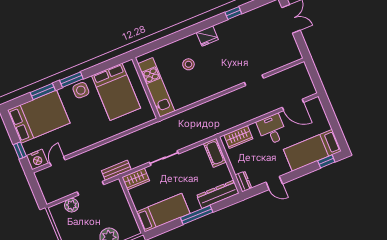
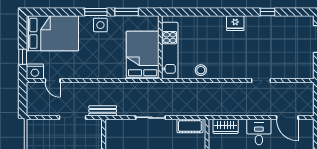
stool: (188, 64) -> (201, 70), moved
window: (43, 91) -> (127, 12), moved
bed: (116, 92) -> (143, 55), moved, turned 180
cot: (215, 153) -> (190, 126), moved, turned 90
door: (57, 161) -> (53, 81), swing flipped
wardrobe: (136, 179) -> (117, 126), removed
plant: (72, 205) -> (49, 126), removed

